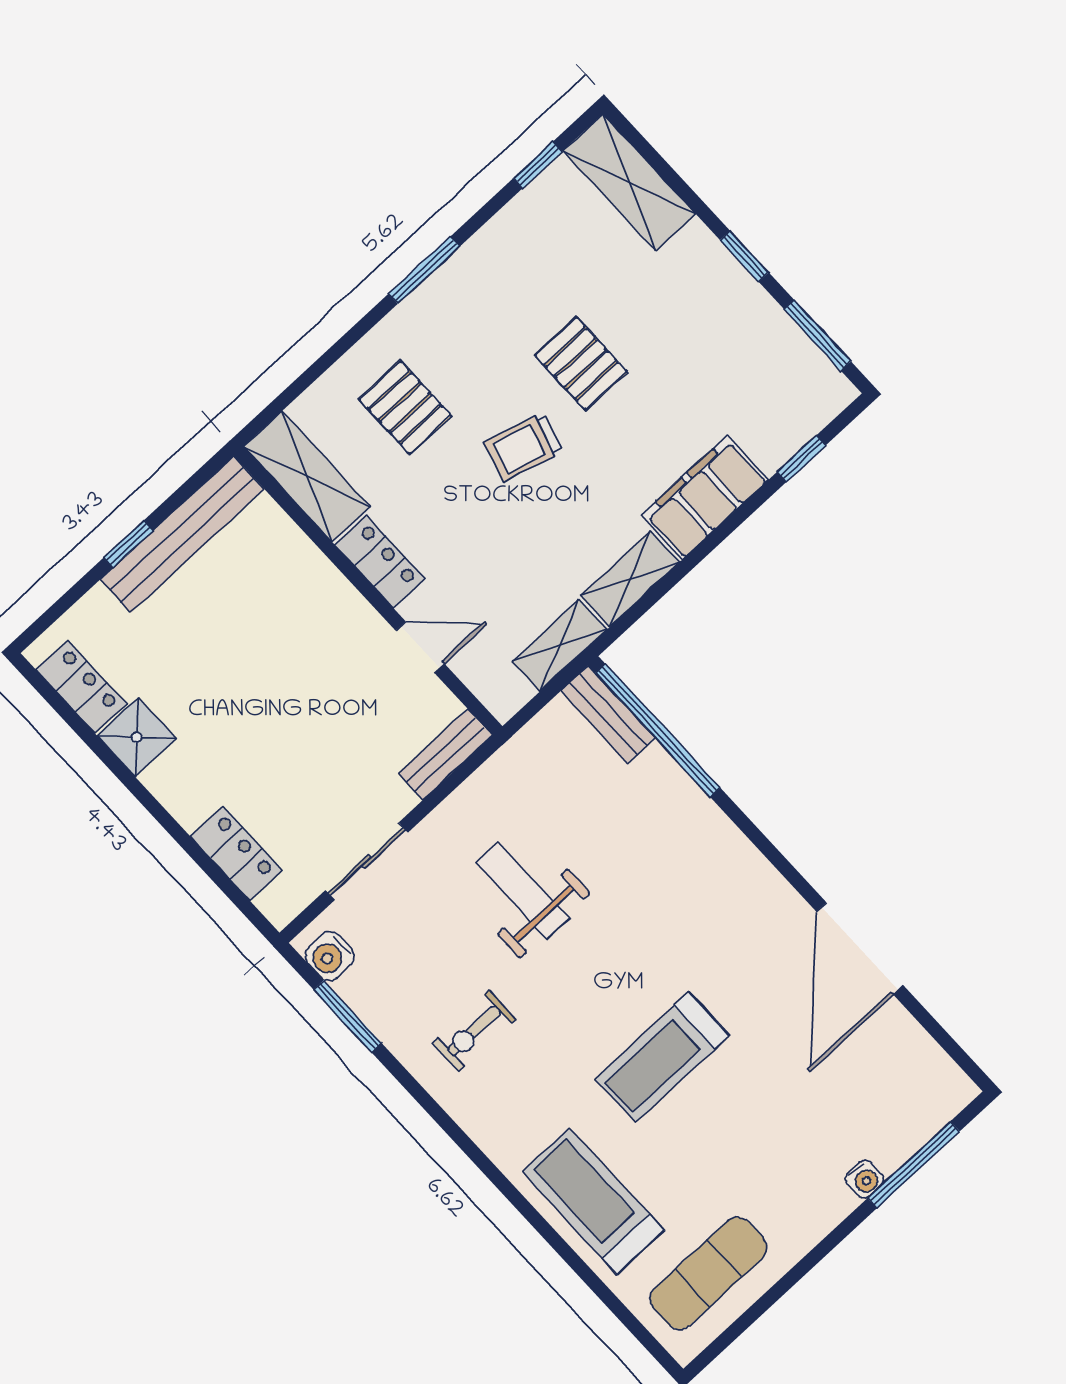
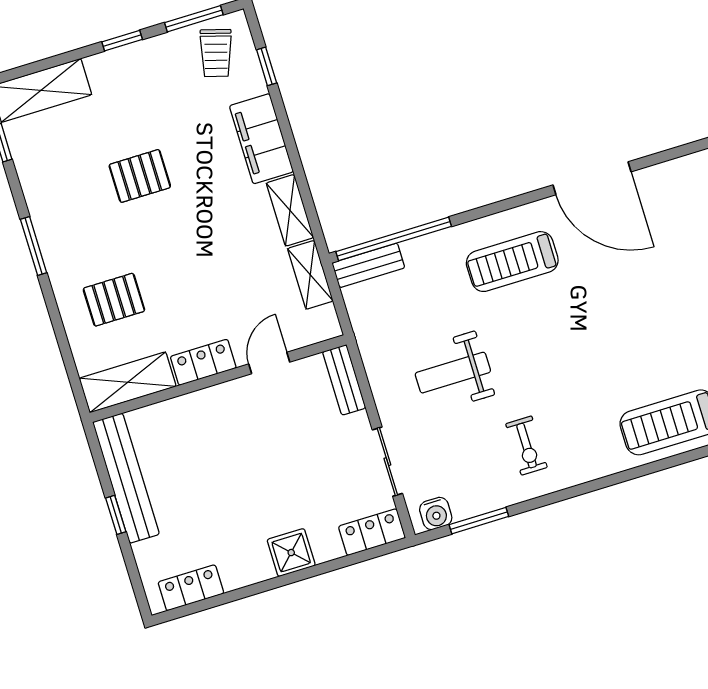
trolley: (523, 447) -> (216, 53), moved
shower: (137, 737) -> (291, 553), moved
locker: (236, 853) -> (372, 532), moved
treadmill: (662, 1057) -> (512, 262), moved, turned 90

